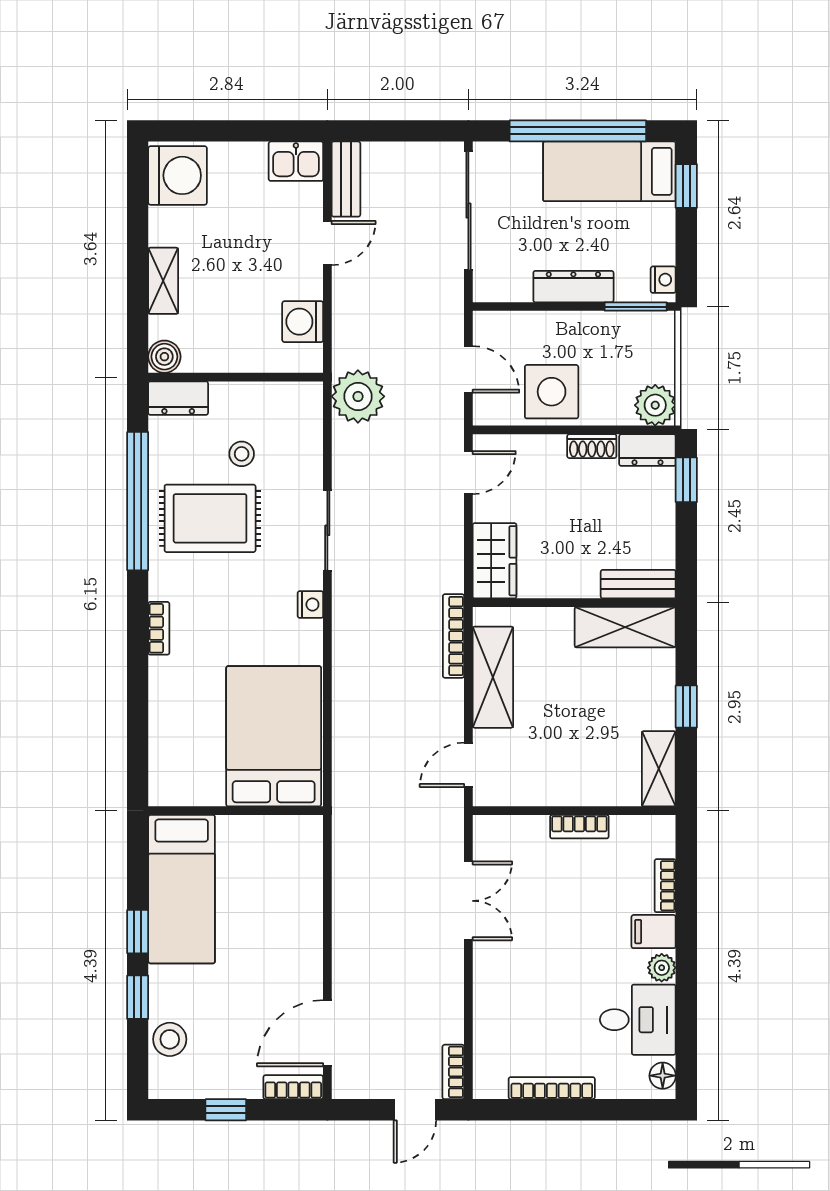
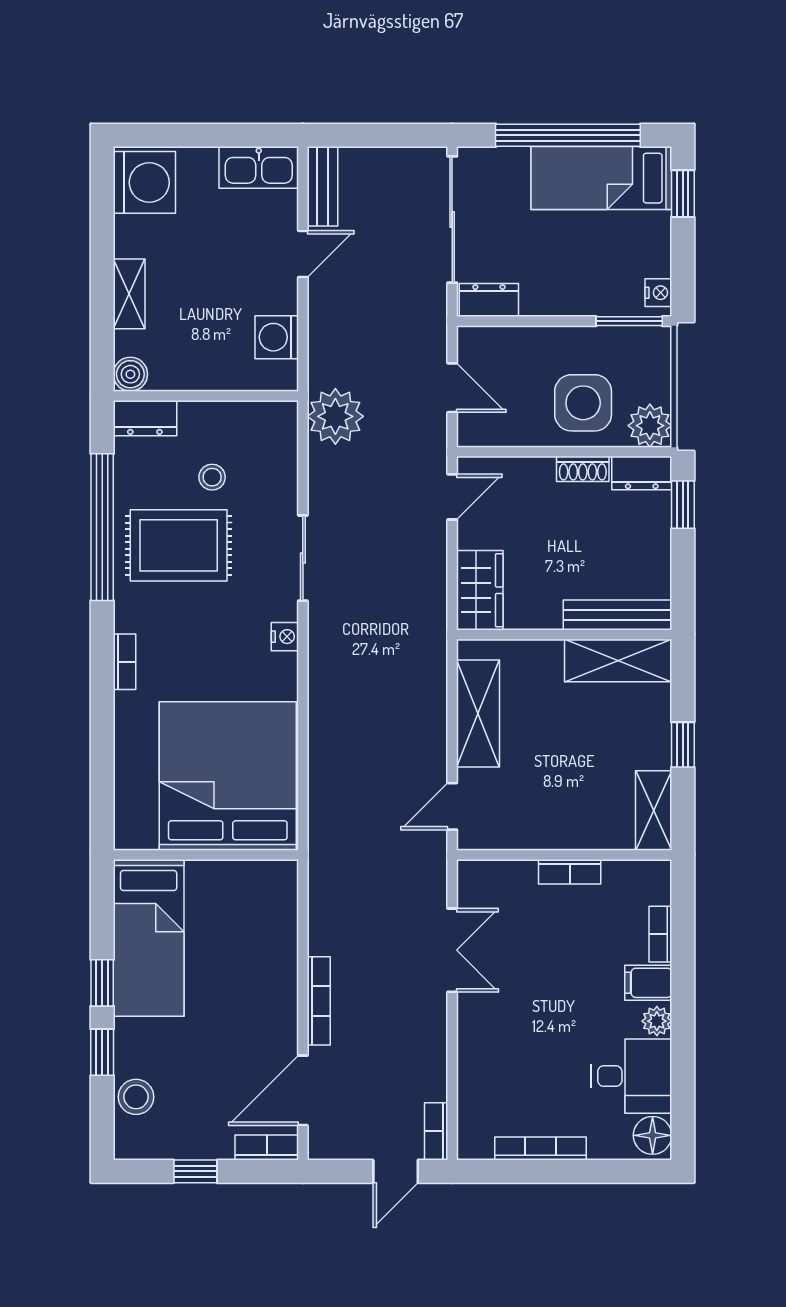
kitchen sink: (296, 161) -> (259, 167), width x1.38
dresser: (573, 287) -> (489, 300), moved, width x0.70
side table: (552, 392) -> (583, 403), moved
bench: (638, 584) -> (618, 615), width x1.36
bookcase: (453, 636) -> (319, 1001), moved, turned 180
bed: (274, 736) -> (228, 776), width x1.36
floor lamp: (663, 1076) -> (653, 1135), width x1.37, depth x1.37

